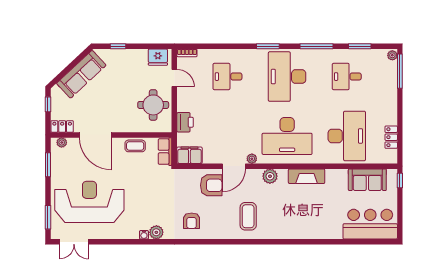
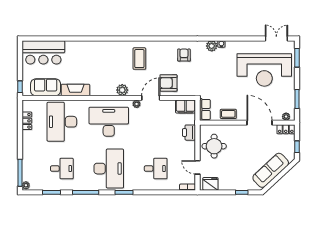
fireplace: (307, 176) -> (75, 90), moved

